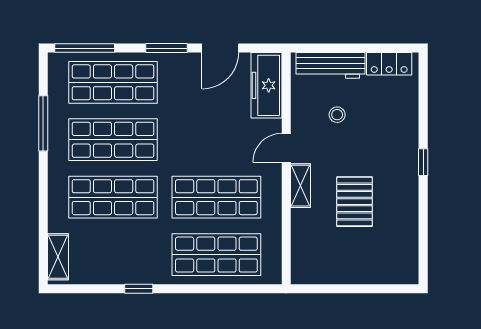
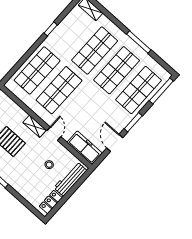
window: (43, 123) -> (139, 42), moved

